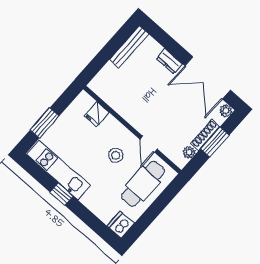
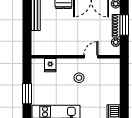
door: (149, 144) -> (91, 57), swing flipped
cafe table: (143, 184) -> (106, 80), removed

